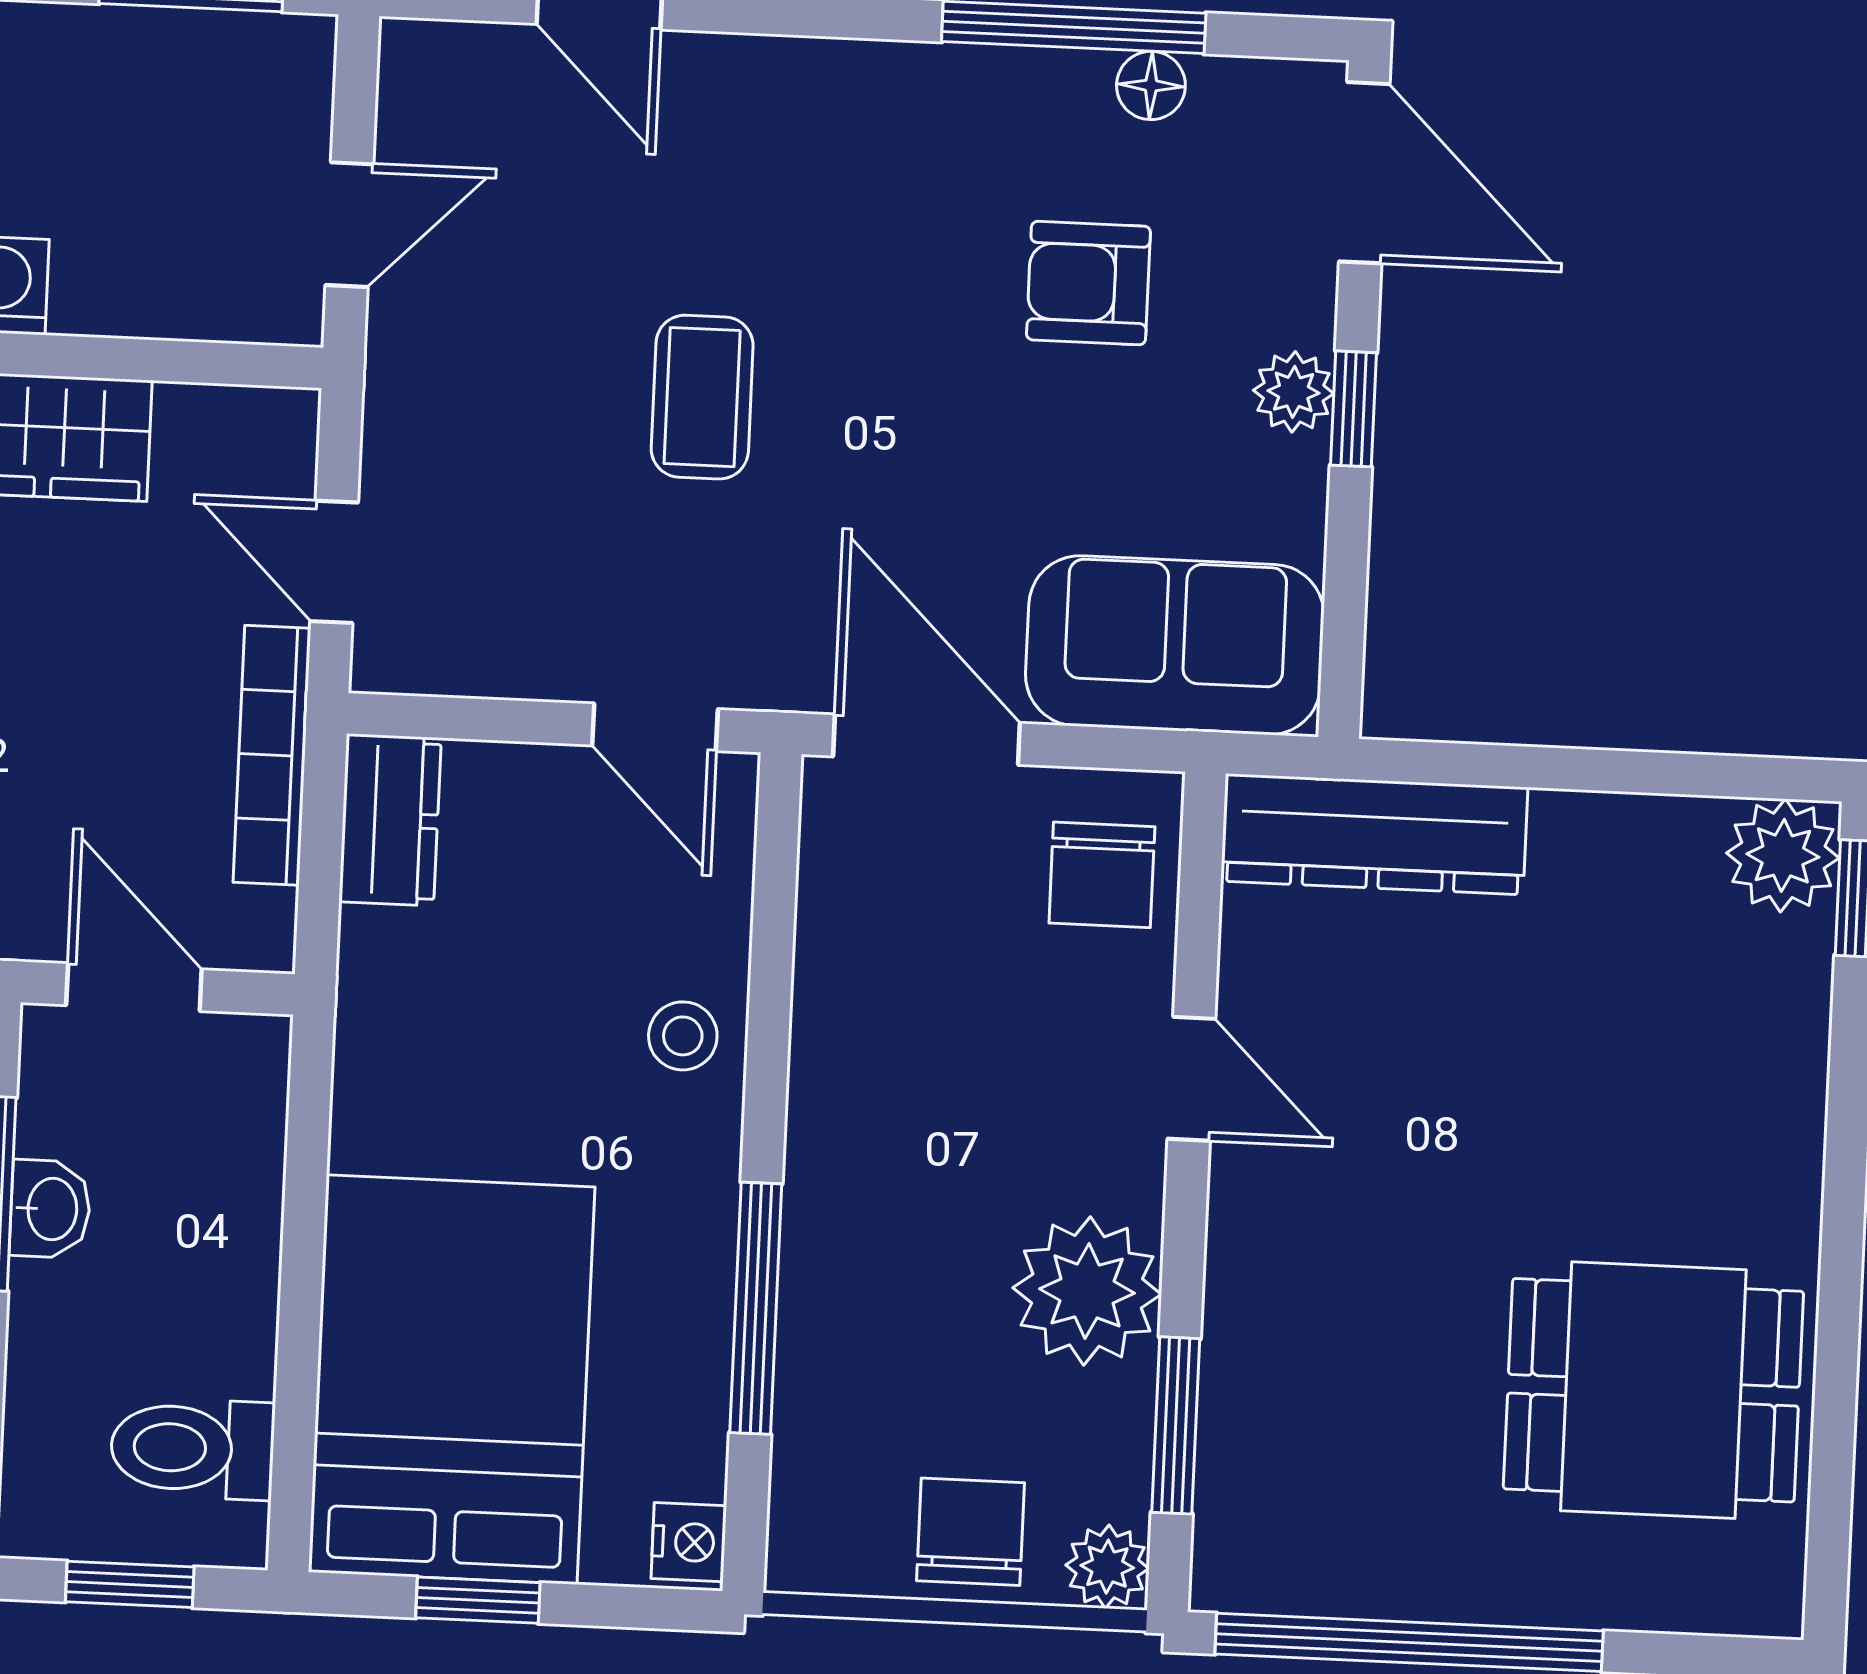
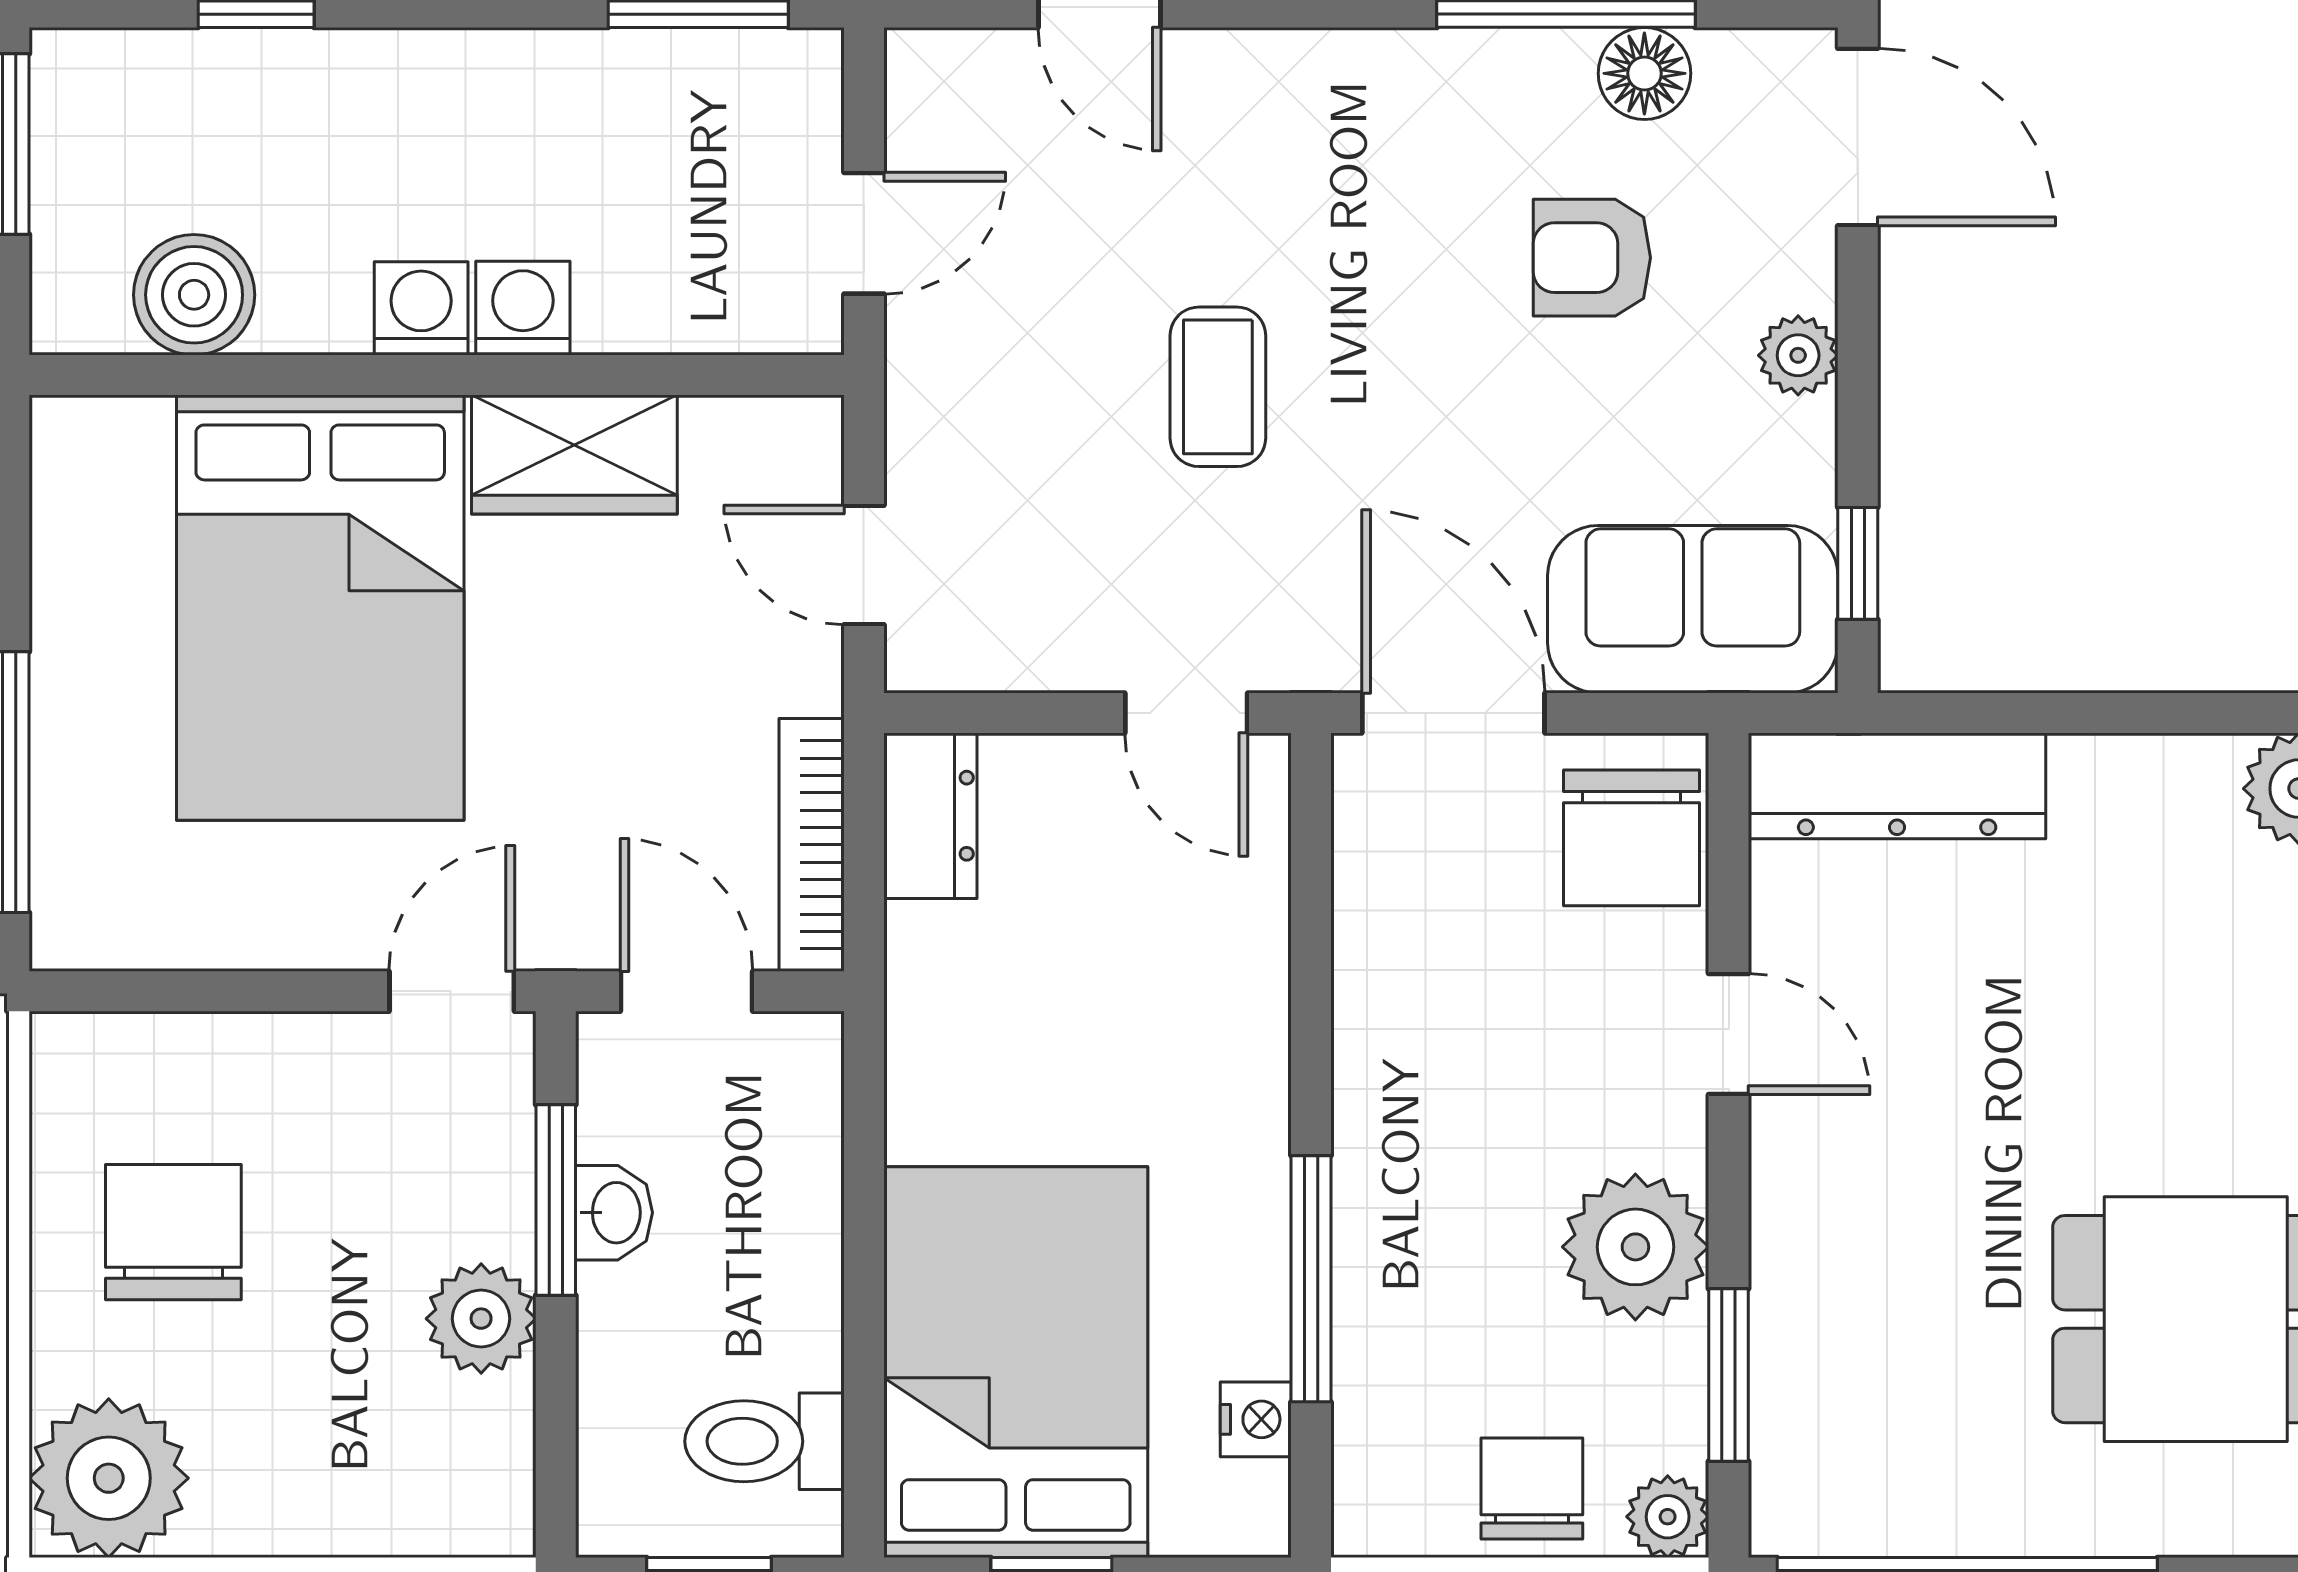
floor lamp: (1151, 85) -> (1644, 73), width x1.37, depth x1.37
window: (1354, 409) -> (1858, 563), moved
bookcase: (272, 755) -> (812, 845), moved
chair: (1102, 875) -> (1632, 838), width x1.37, depth x1.37
stool: (683, 1036) -> (1227, 1015), removed
nightstand: (689, 1542) -> (1256, 1419), moved

